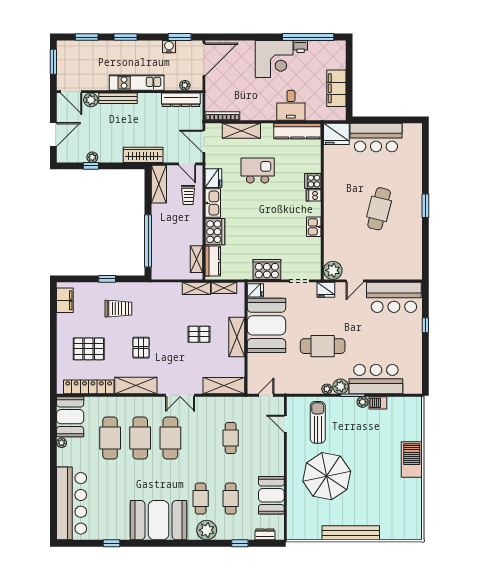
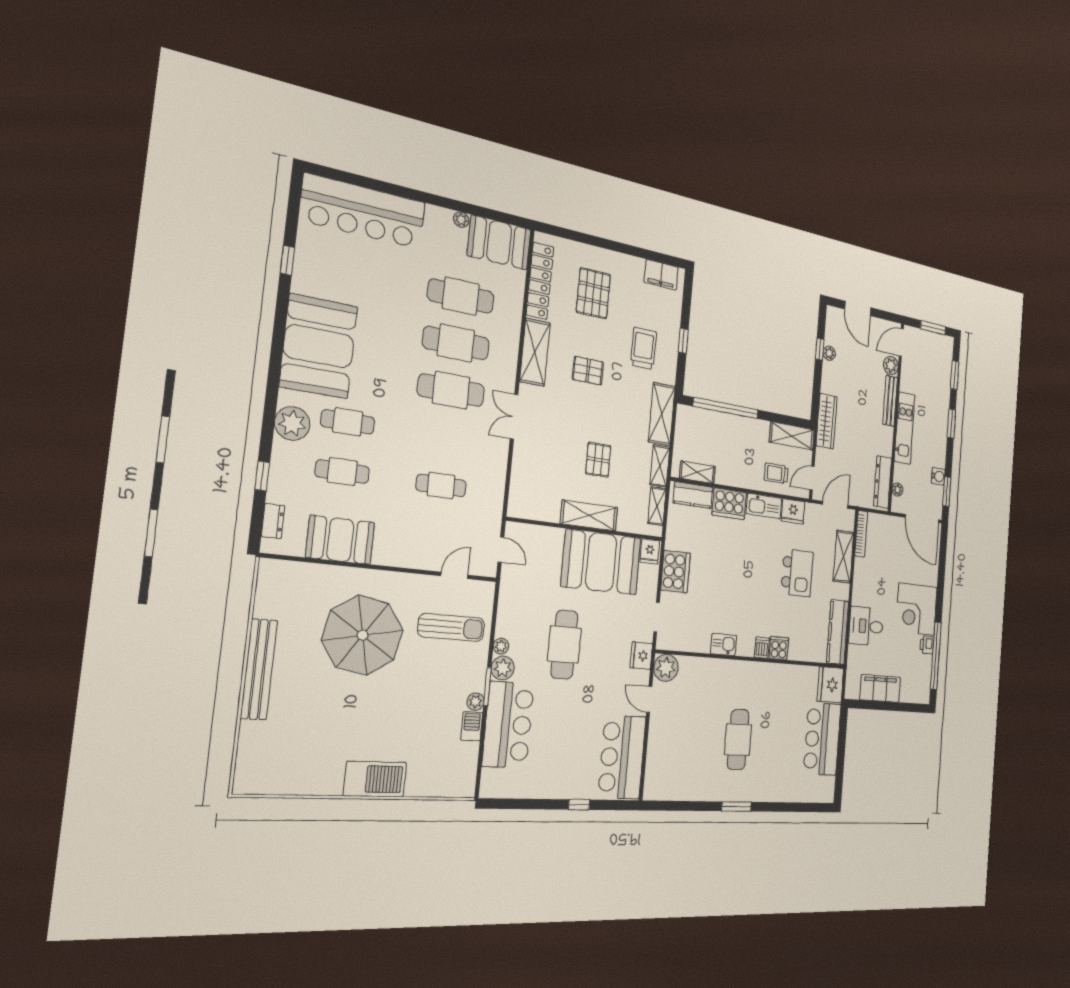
cafe table: (379, 209) -> (738, 740), turned 76
trolley: (118, 309) -> (644, 348), turned 180
shelving: (224, 386) -> (662, 414), moved

